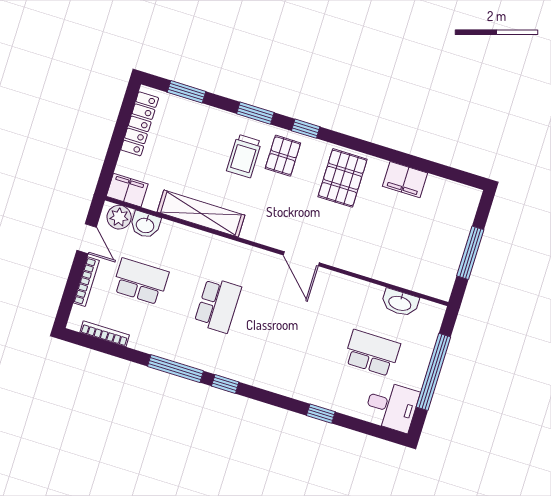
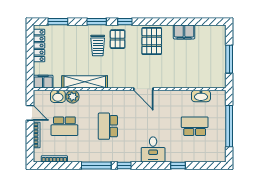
plant: (119, 217) -> (73, 97), moved
school desk: (141, 281) -> (64, 126), turned 180
school desk: (218, 305) -> (108, 126), turned 180
desk: (392, 406) -> (153, 149), moved, turned 90

